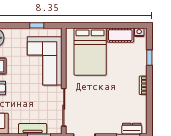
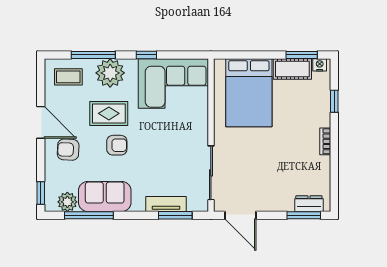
window: (37, 25) -> (146, 55), moved
window: (127, 25) -> (302, 55), added
corner sofa: (45, 61) -> (173, 83), moved, turned -90

